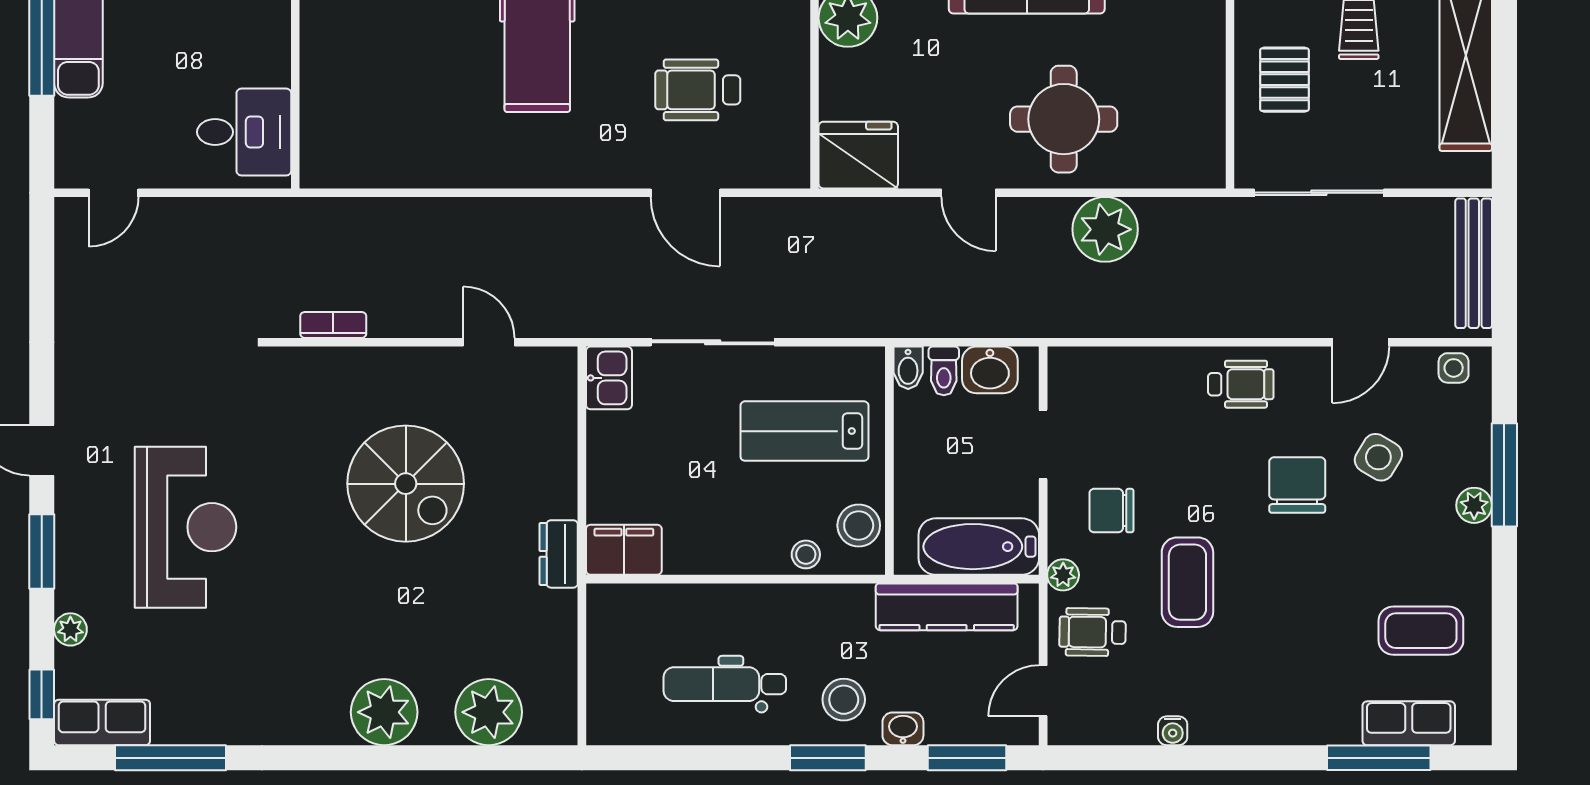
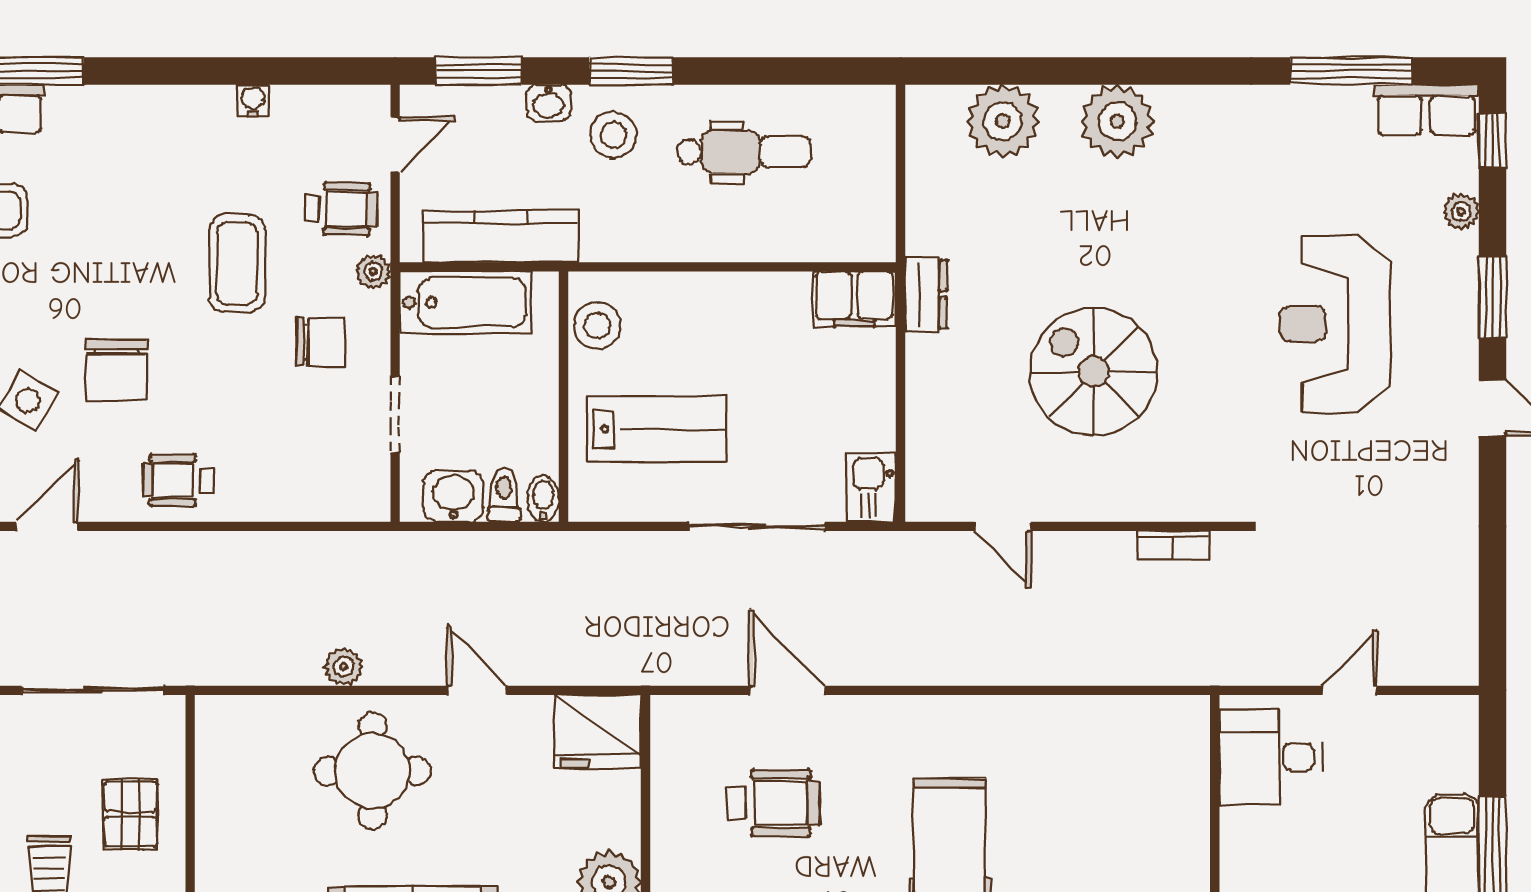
door: (113, 193) -> (1350, 690), moved
plant: (1105, 229) -> (344, 667), width x0.53, depth x0.53
stool: (806, 554) -> (655, 294), removed

